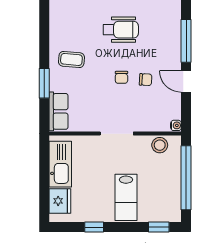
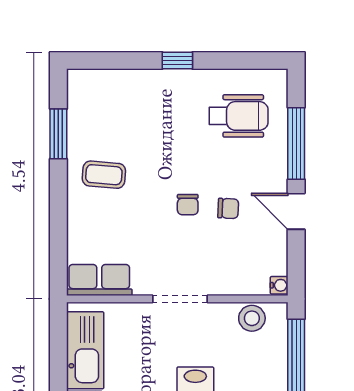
wheelchair: (121, 30) -> (239, 116), moved
window: (44, 83) -> (58, 134), moved
row of seats: (59, 111) -> (99, 280), moved, turned -90

